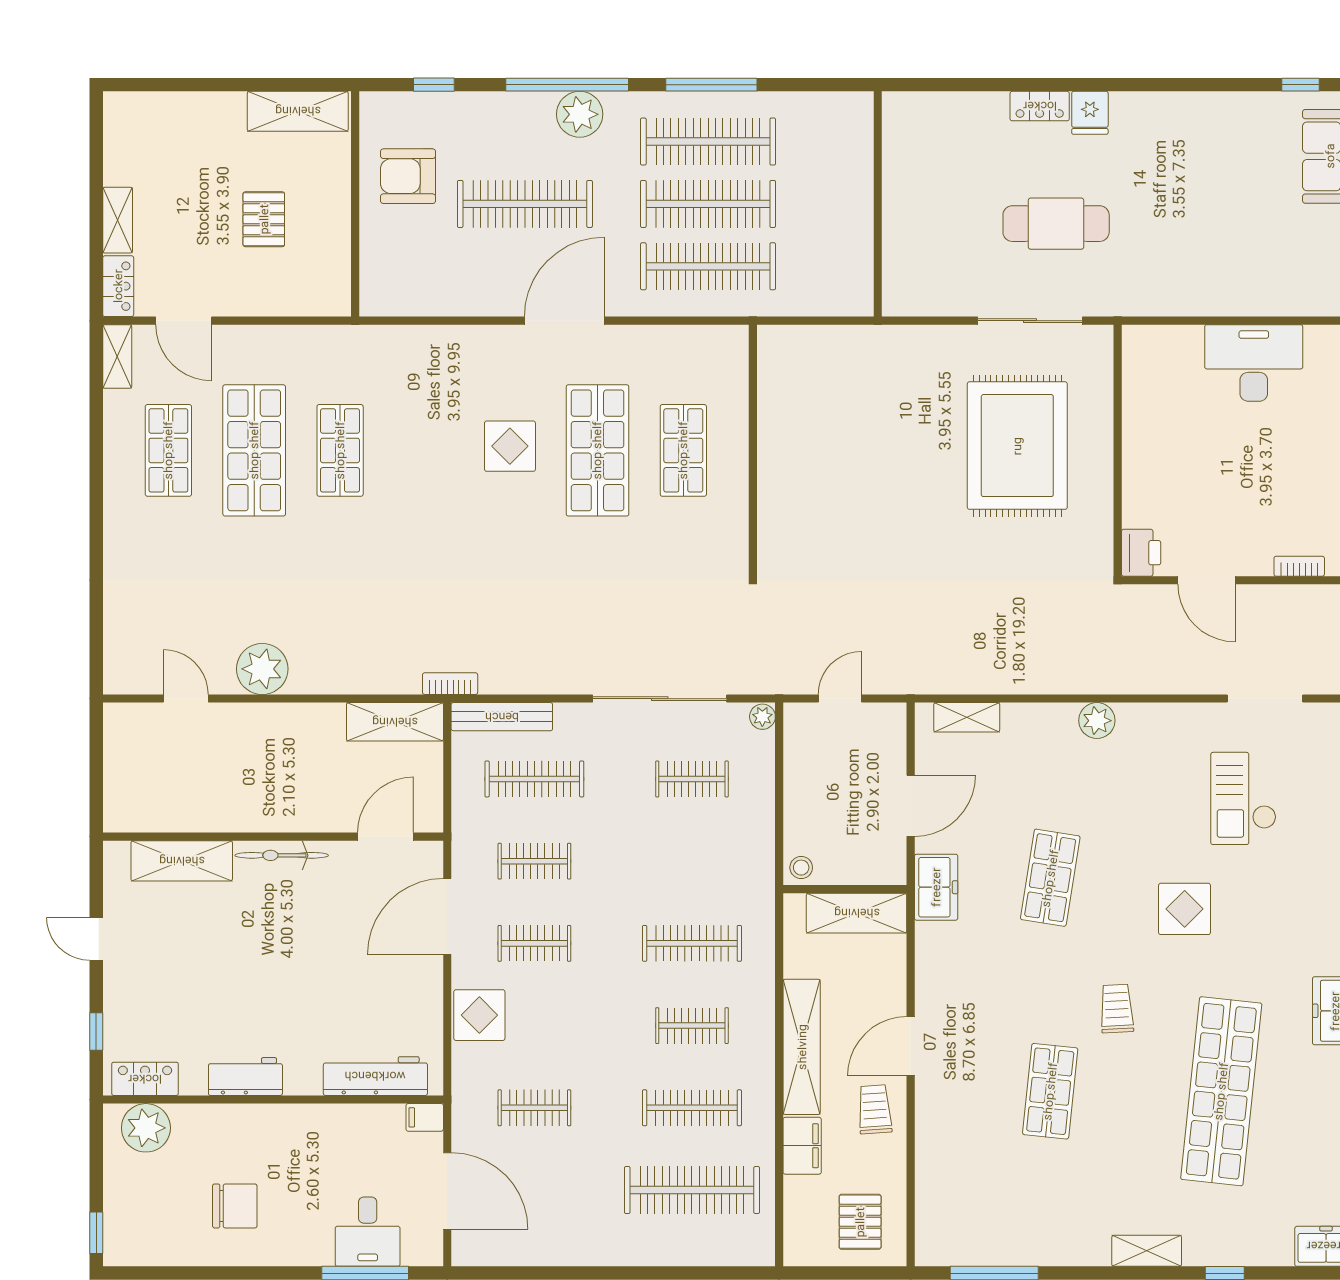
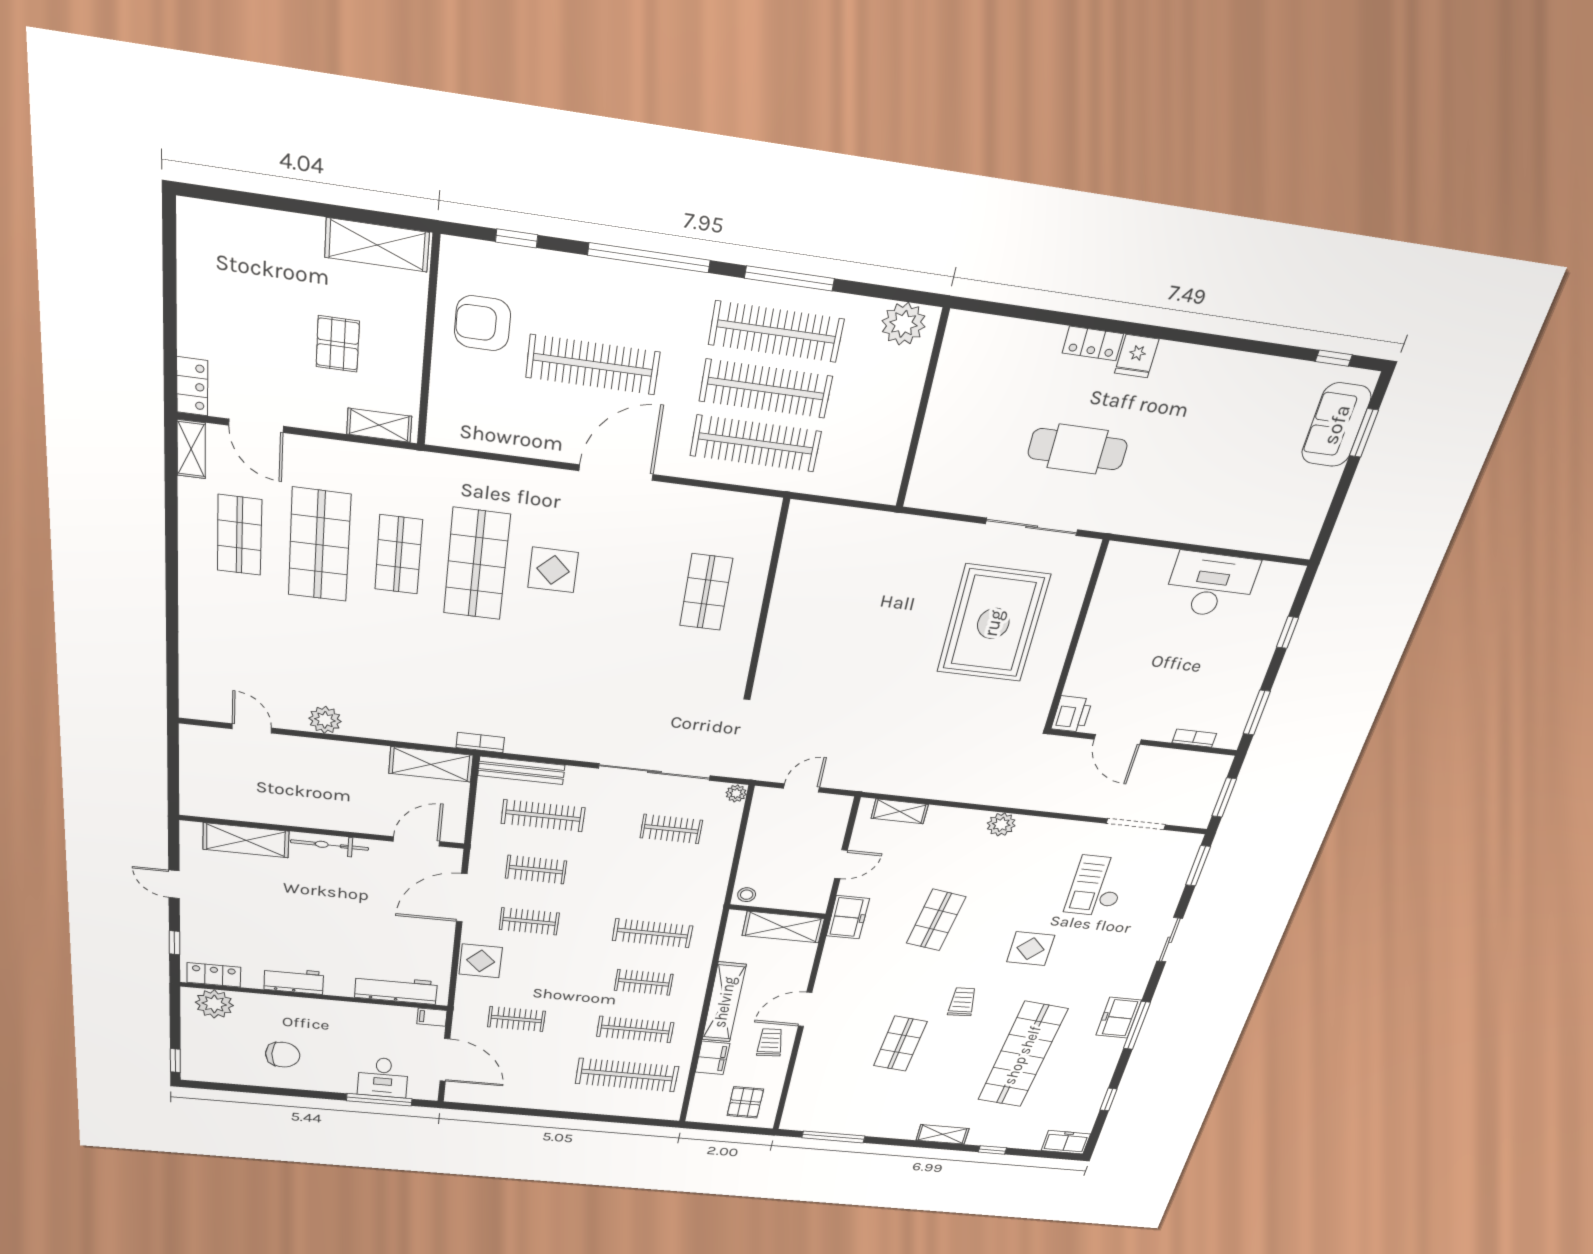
plant: (580, 114) -> (904, 324), moved
shelving: (118, 220) -> (379, 425), moved, turned 90
shop shelf: (597, 450) -> (477, 564), moved
plant: (262, 669) -> (325, 720), width x0.73, depth x0.73
door: (911, 806) -> (841, 864), width x0.73

